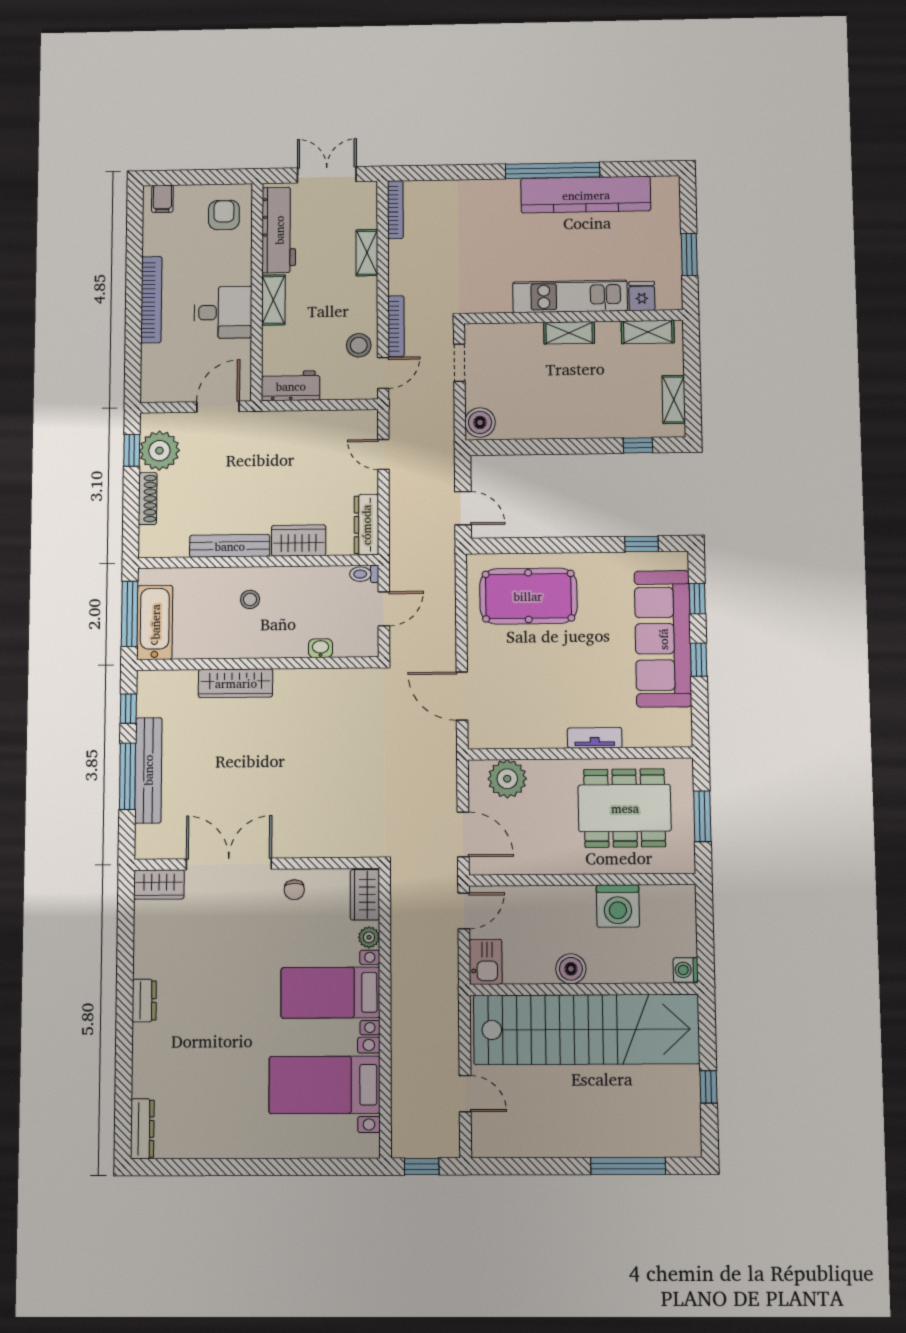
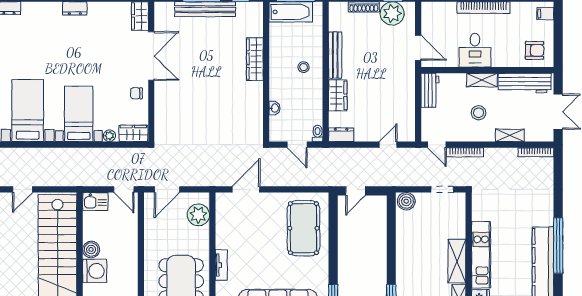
shelving: (569, 333) -> (457, 261), width x1.50, depth x1.33
stool: (359, 345) -> (479, 113), moved
dresser: (366, 525) -> (341, 135), width x0.70
washing machine: (618, 906) -> (95, 271), moved, turned 180

